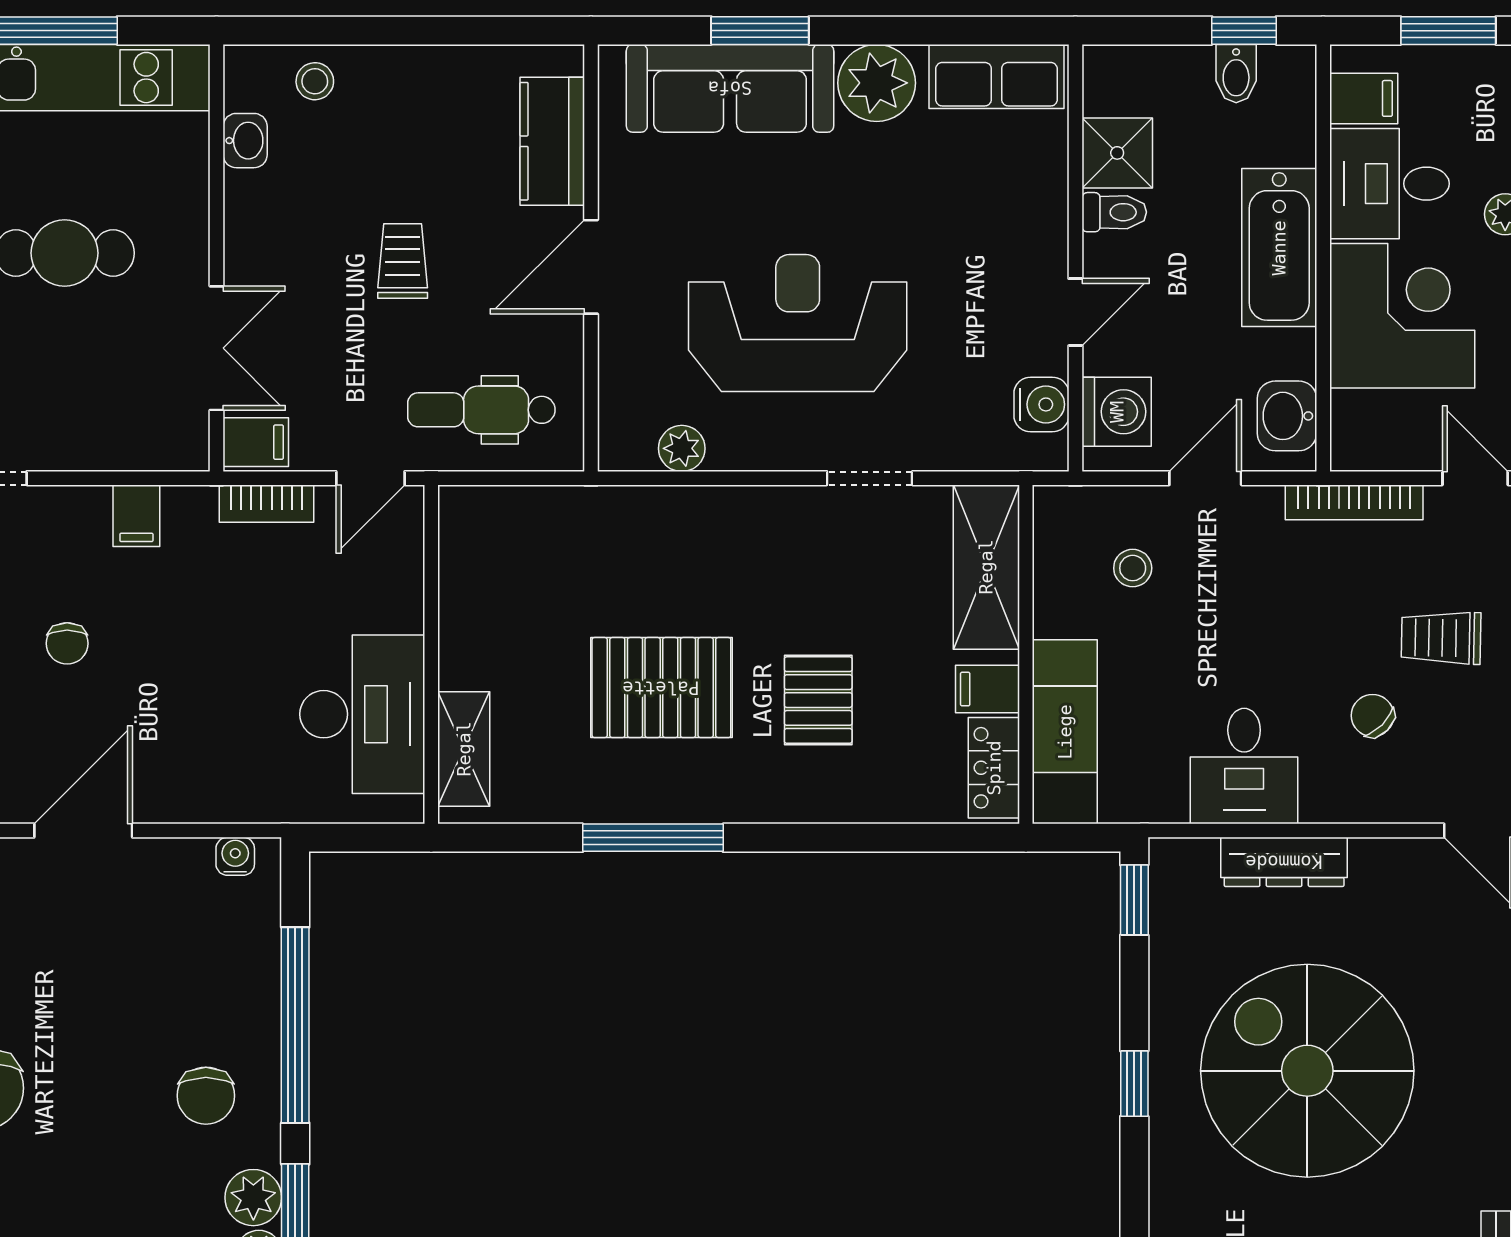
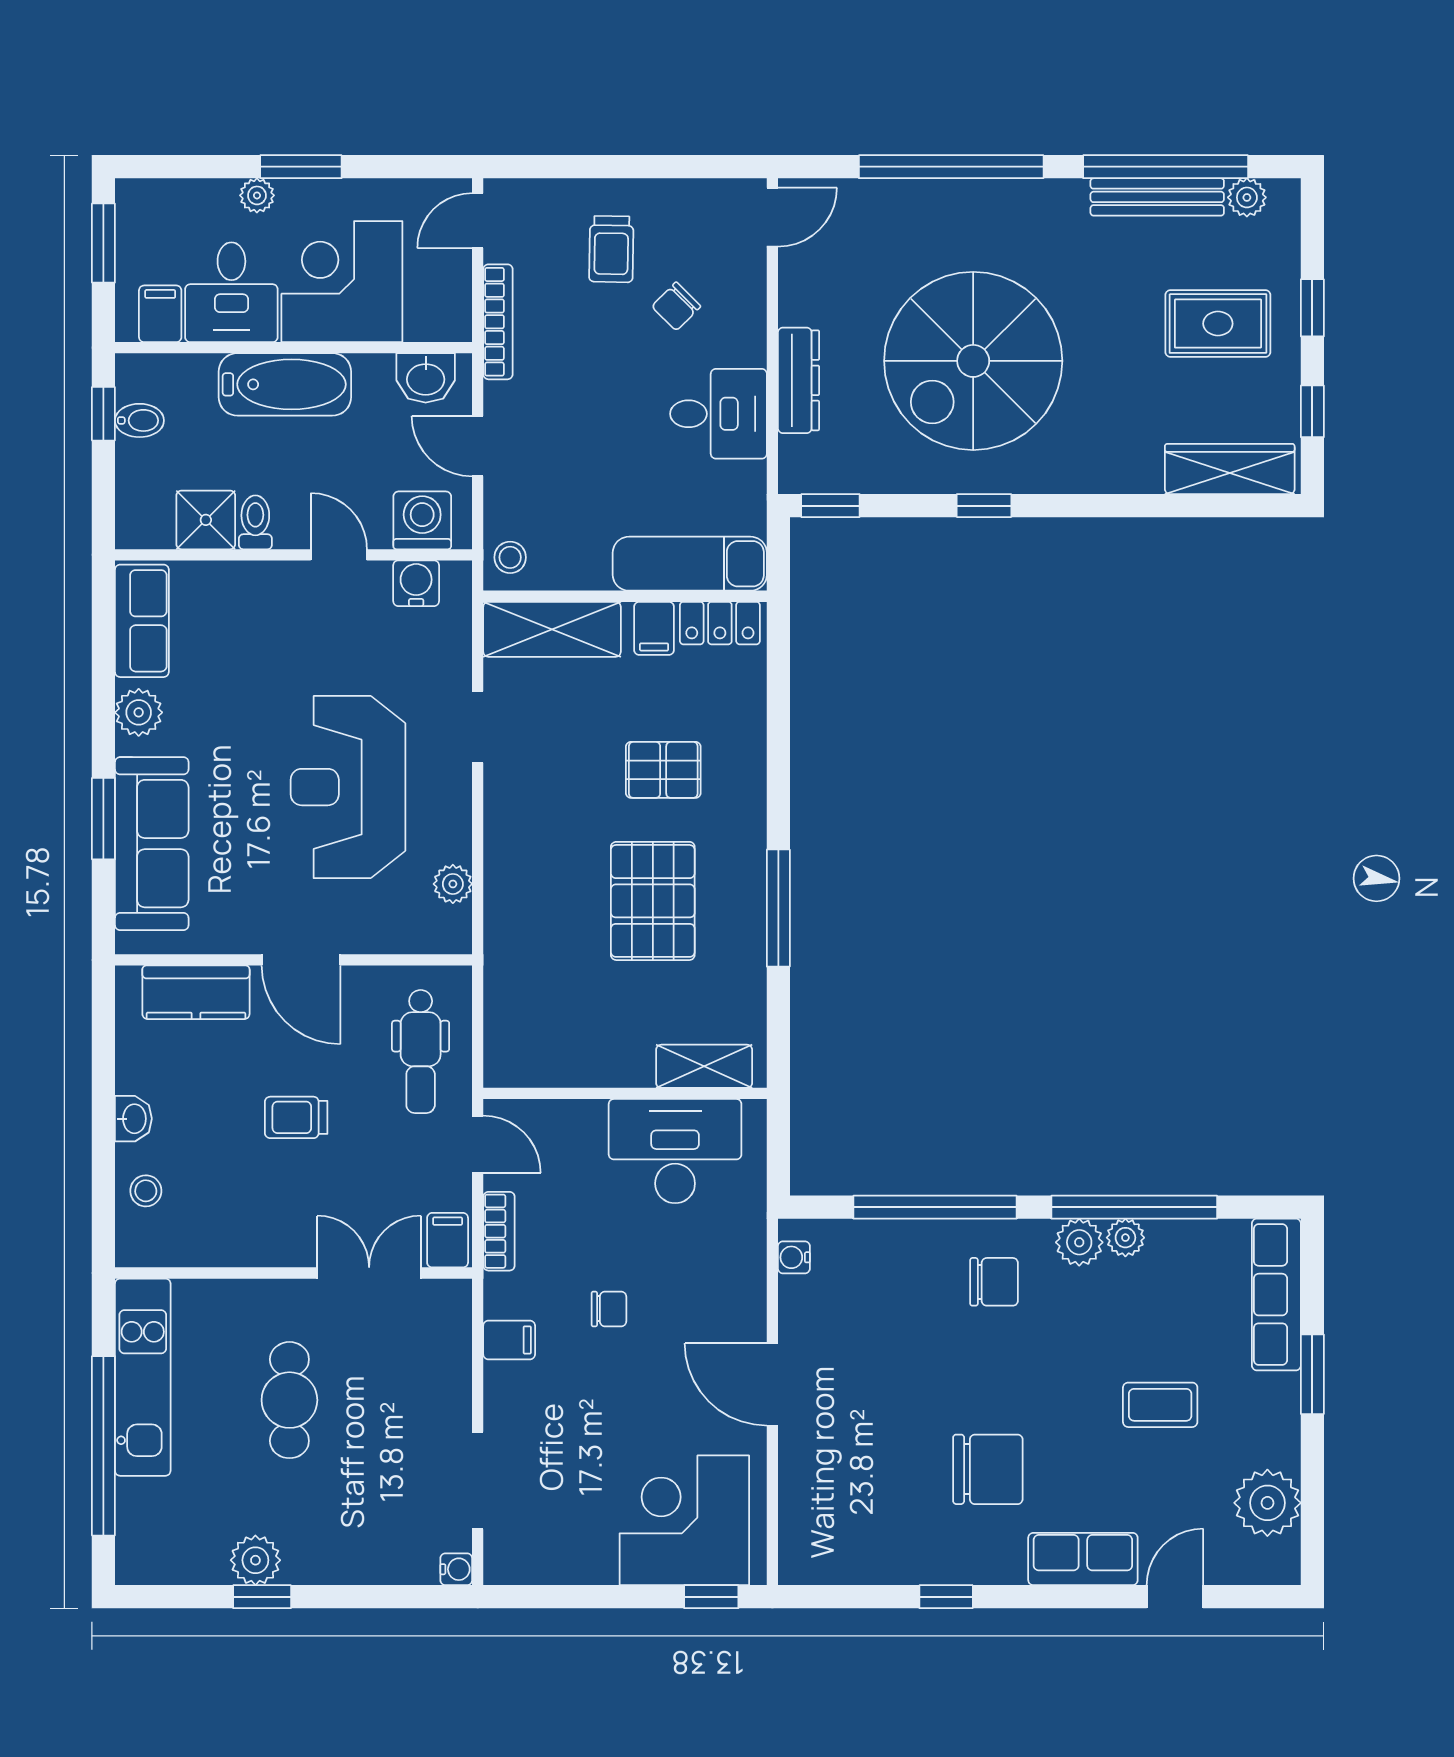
plant: (877, 83) -> (139, 712), width x0.73, depth x0.73
washbasin: (245, 141) -> (133, 1119), moved, turned 90
stool: (1133, 568) -> (510, 557), moved
chair: (67, 643) -> (609, 1309), moved

